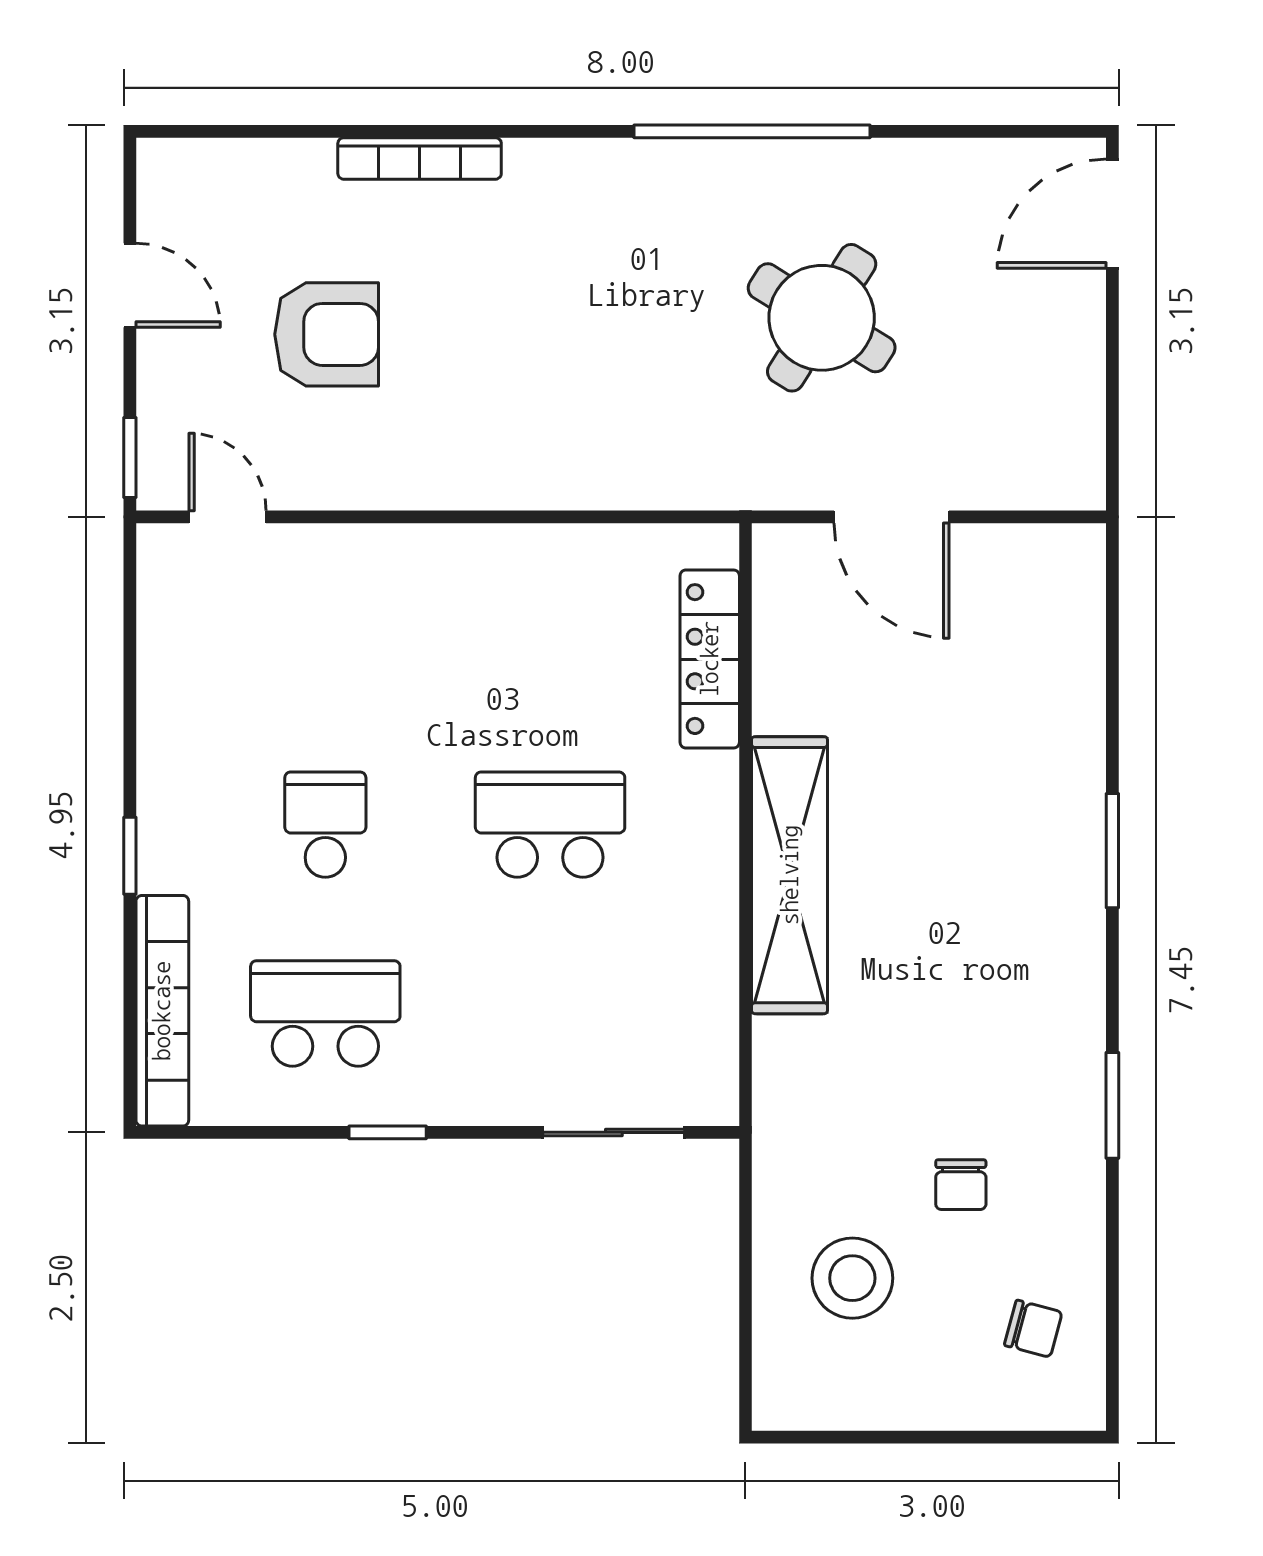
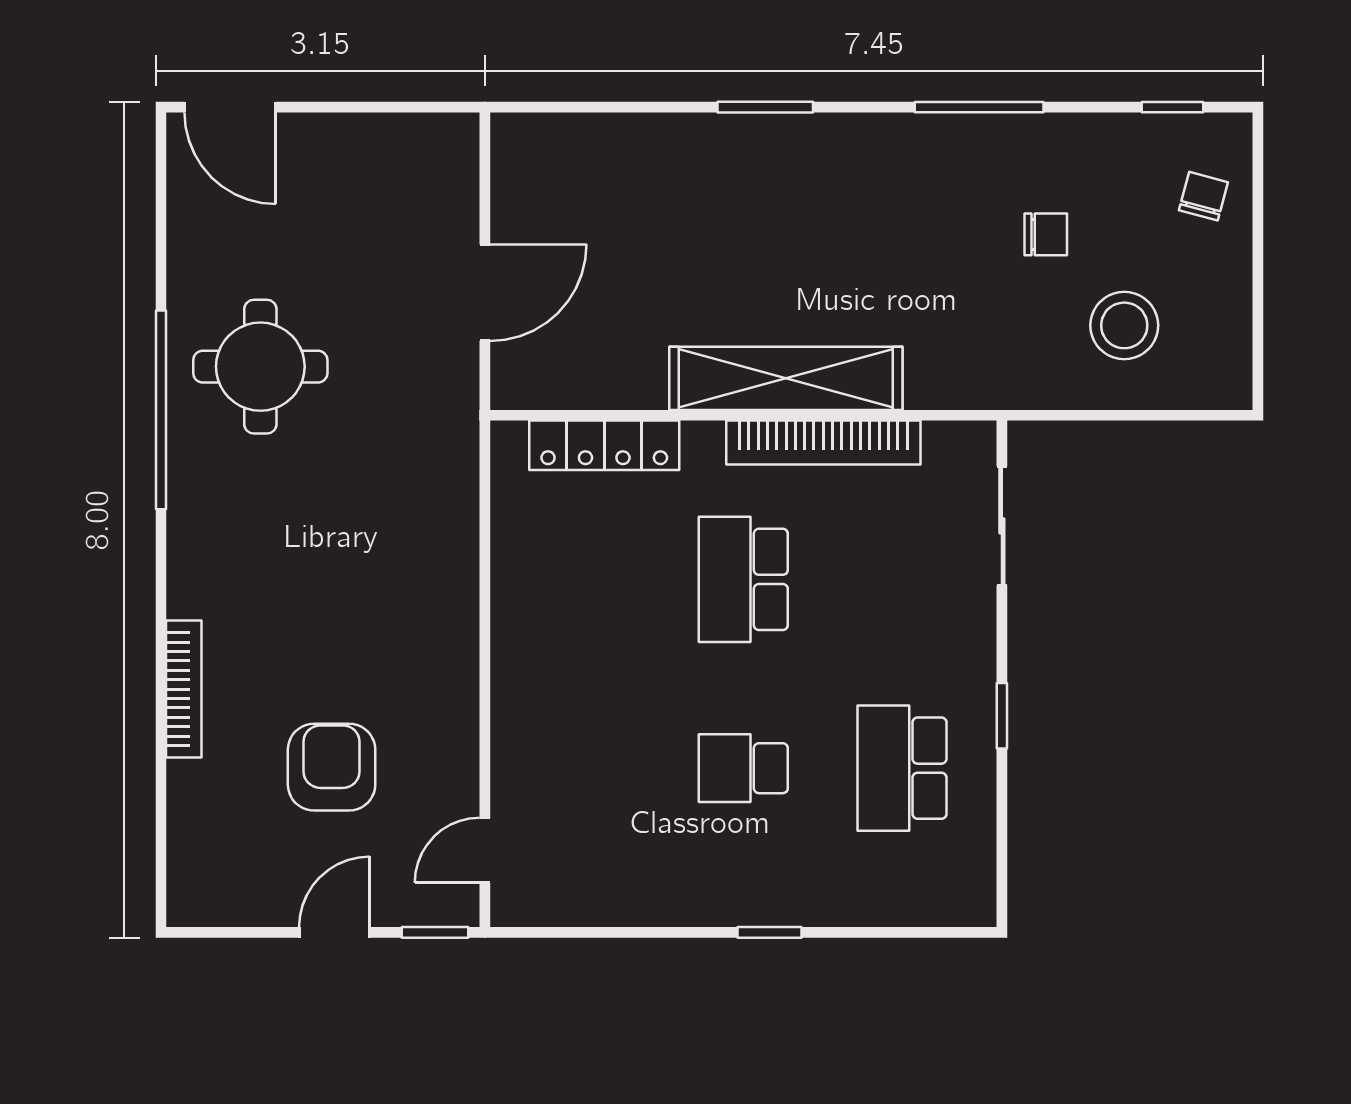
door: (130, 285) -> (334, 932), moved
round table: (822, 318) -> (260, 367), moved, turned -32
bookcase: (162, 1011) -> (823, 442), moved, turned 180
window: (1112, 1105) -> (979, 107), width x1.44
chair: (1033, 1329) -> (1203, 196), moved
window: (1112, 1336) -> (1172, 107), added

